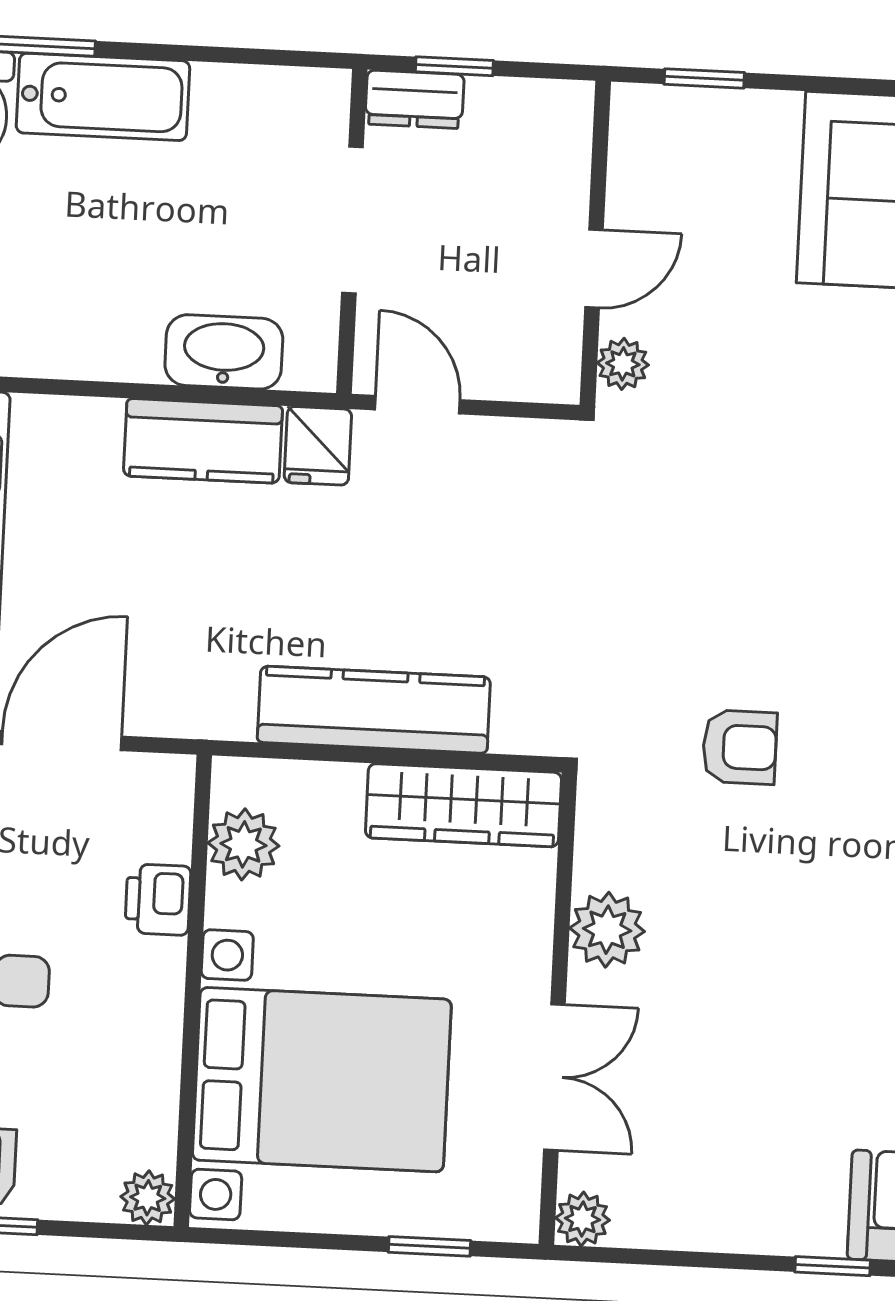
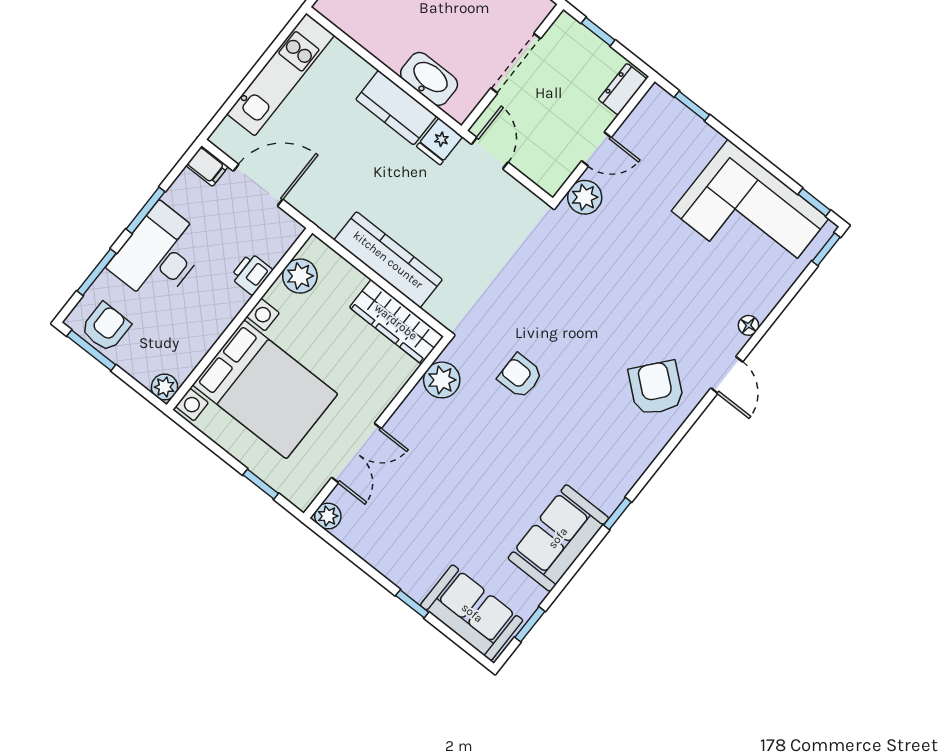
dresser: (414, 99) -> (622, 89), moved, turned 90
plant: (623, 364) -> (585, 197), width x1.38, depth x1.38
armchair: (740, 747) -> (520, 376), turned 180
plant: (607, 930) -> (442, 380), moved

